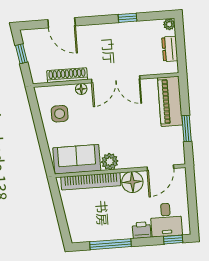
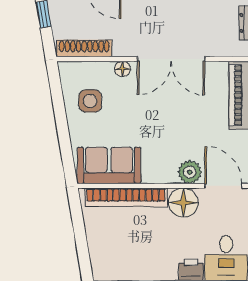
shoe rack: (67, 75) -> (84, 48), moved
plant: (110, 162) -> (190, 172), moved
door: (160, 168) -> (223, 186), swing flipped

